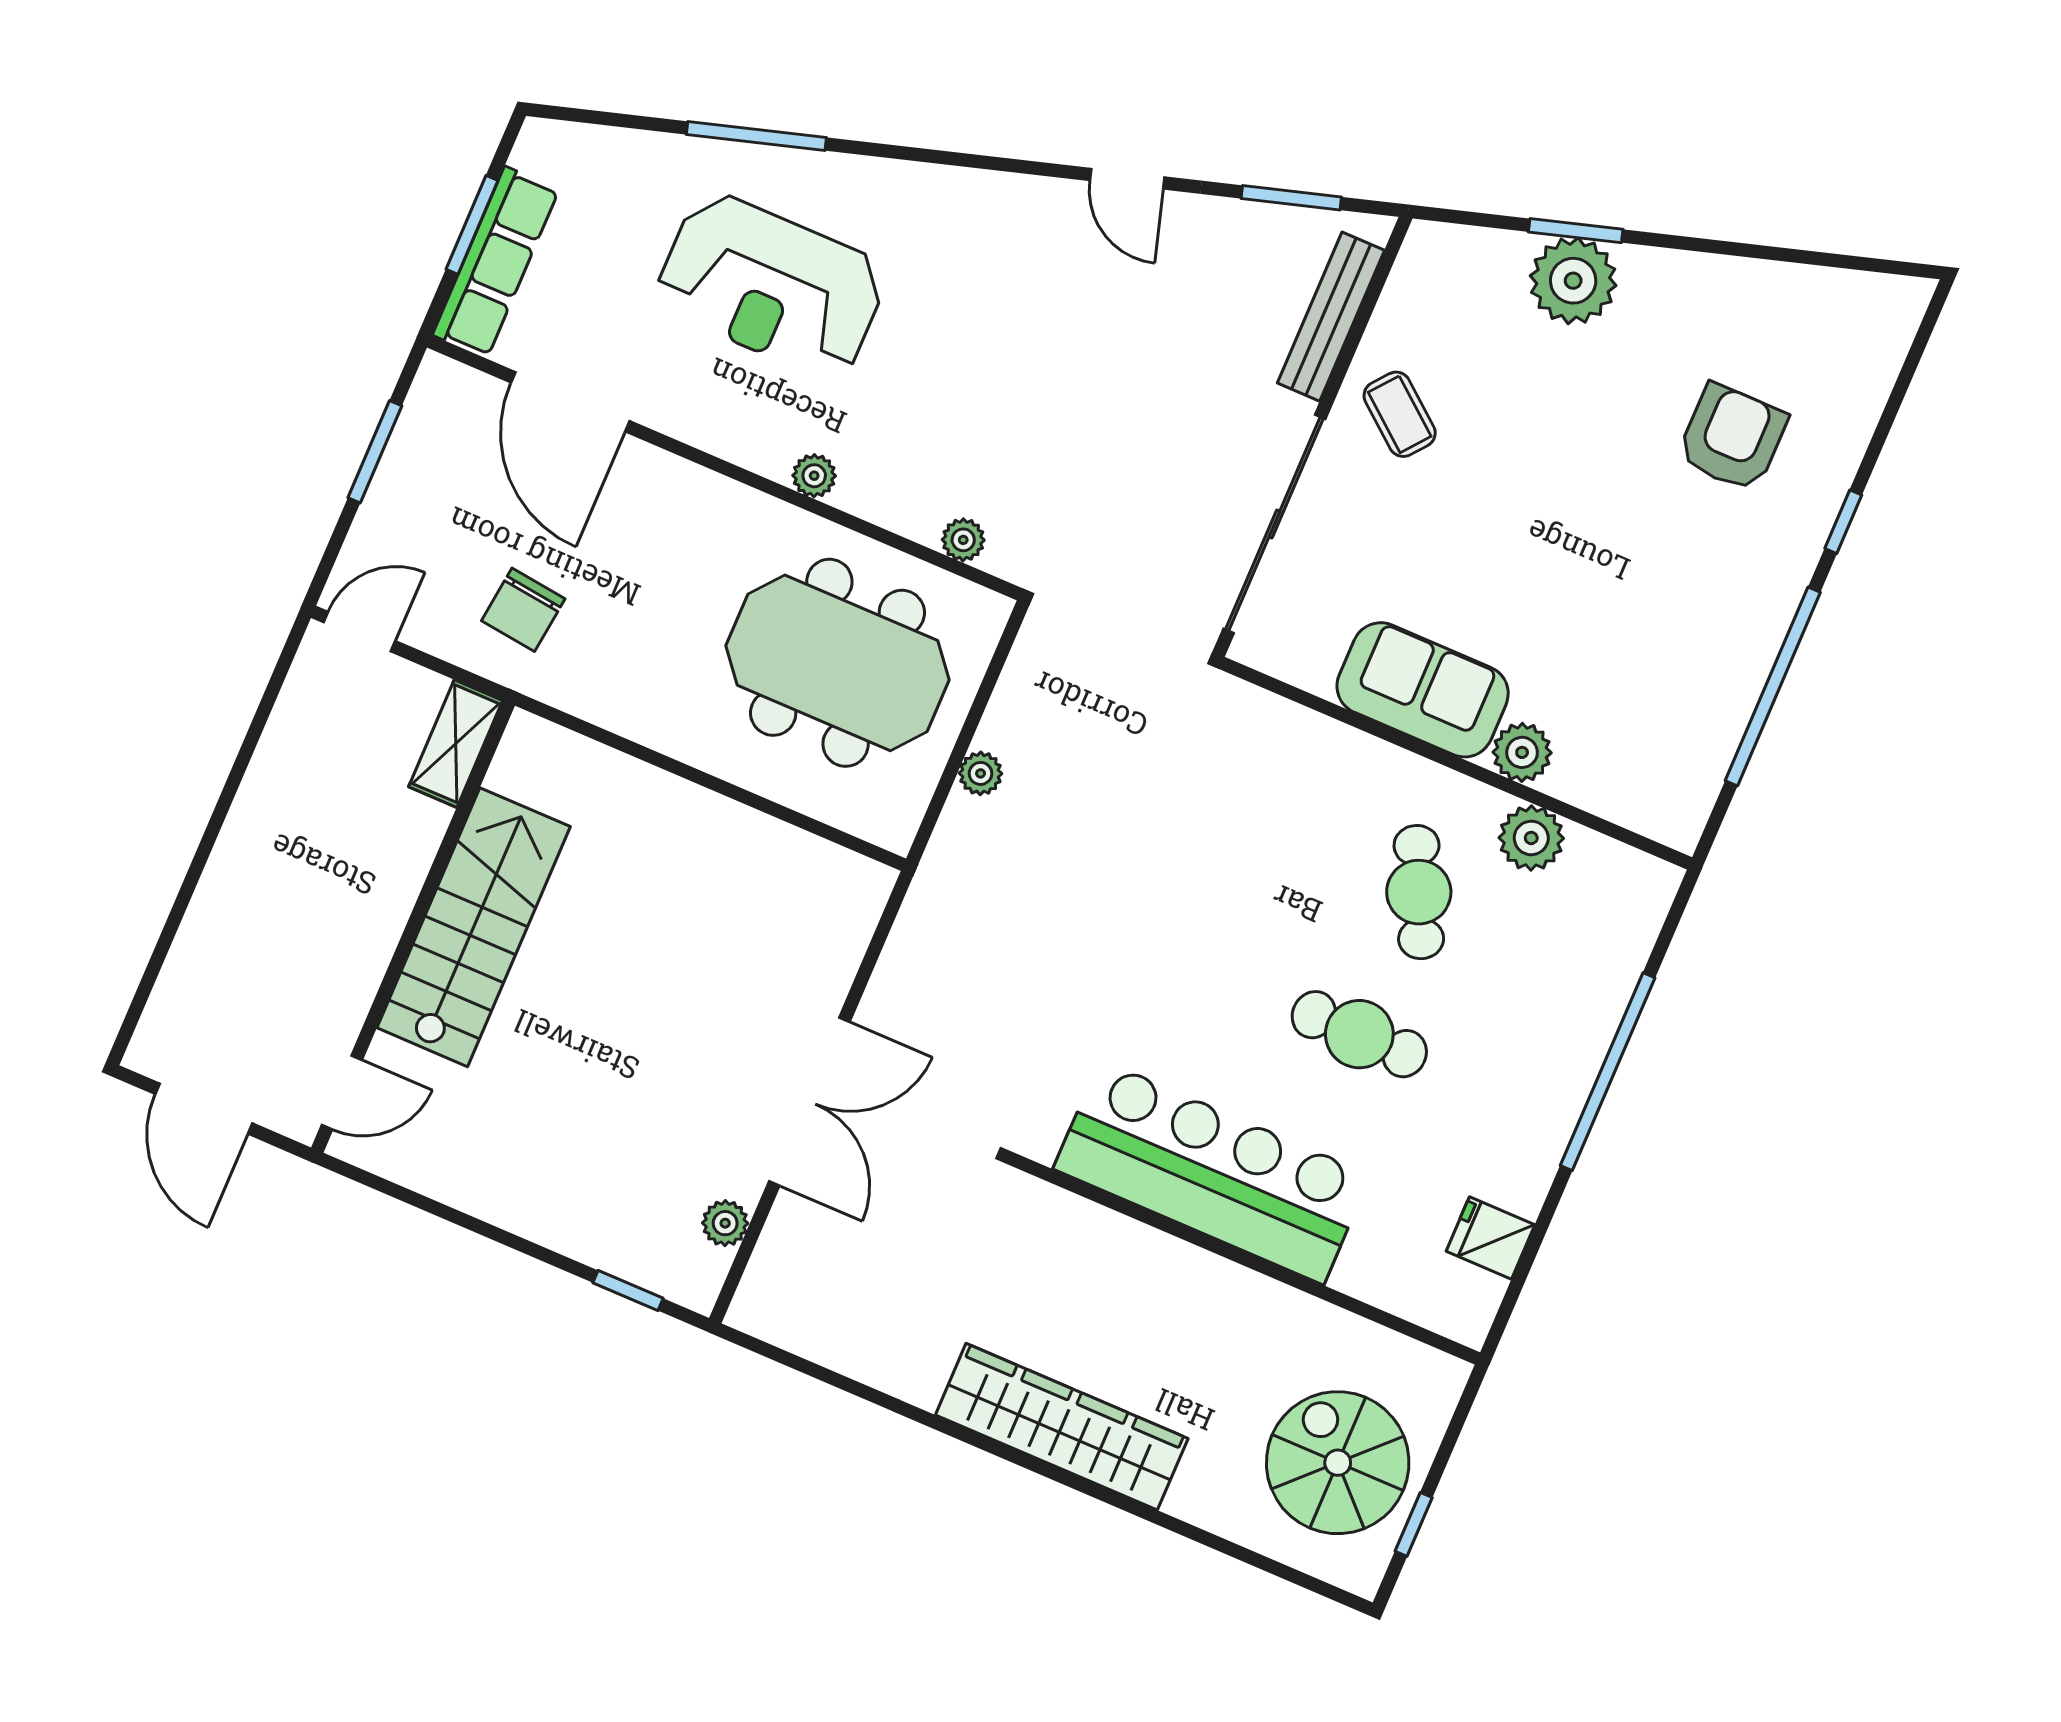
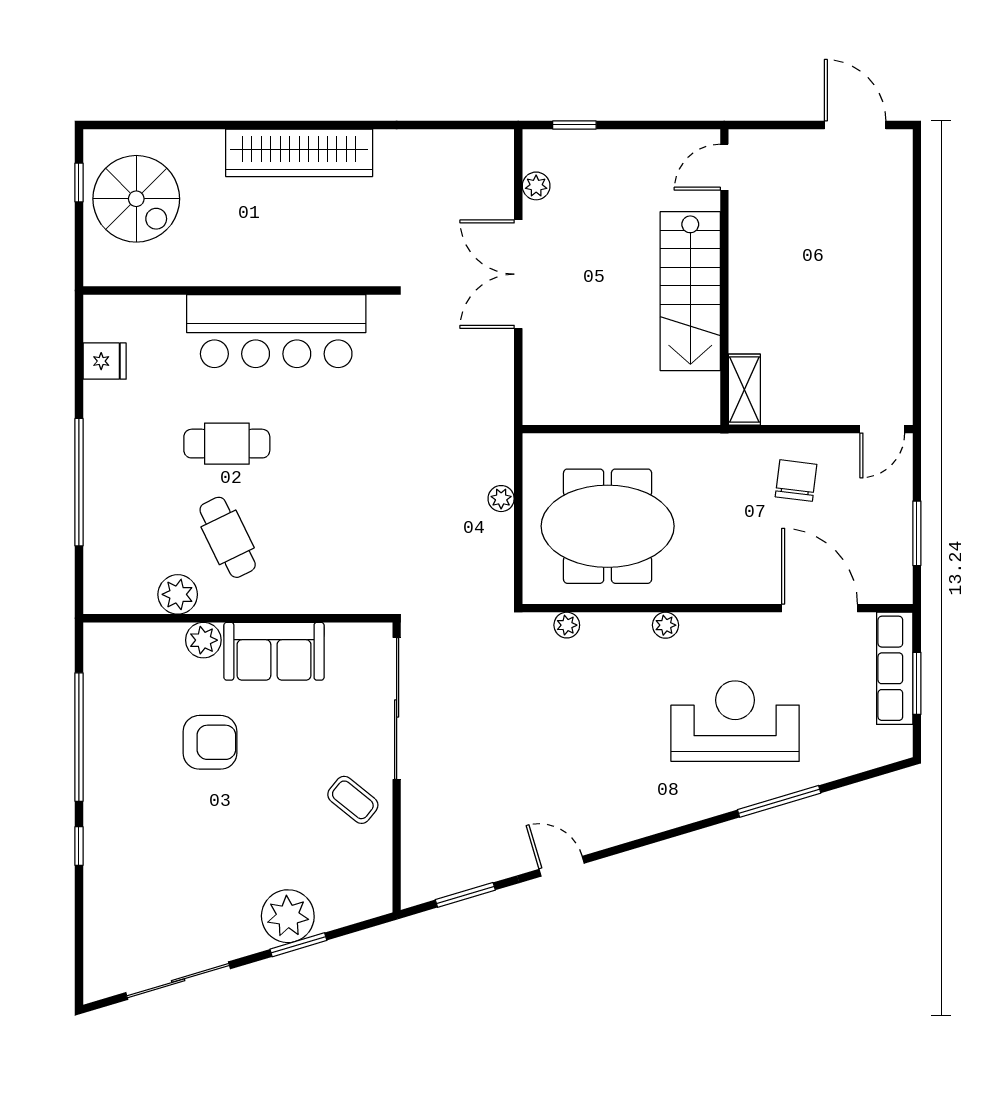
sliding door: (1781, 254) -> (178, 981), added
bench: (1331, 317) -> (415, 838), removed
armchair: (1732, 438) -> (210, 742), moved, turned -90
shelving: (456, 744) -> (744, 390), moved
wall: (413, 926) -> (724, 277), moved
stairs: (474, 927) -> (690, 291), moved
door: (342, 1092) -> (724, 167), moved

